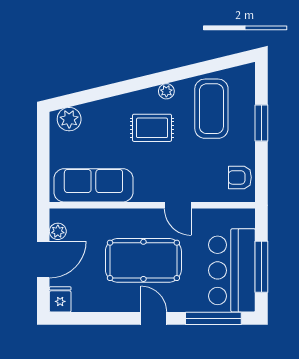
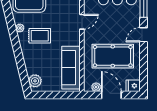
rug: (152, 128) -> (40, 36), turned 90
pool table: (143, 260) -> (113, 56), moved, turned 90

